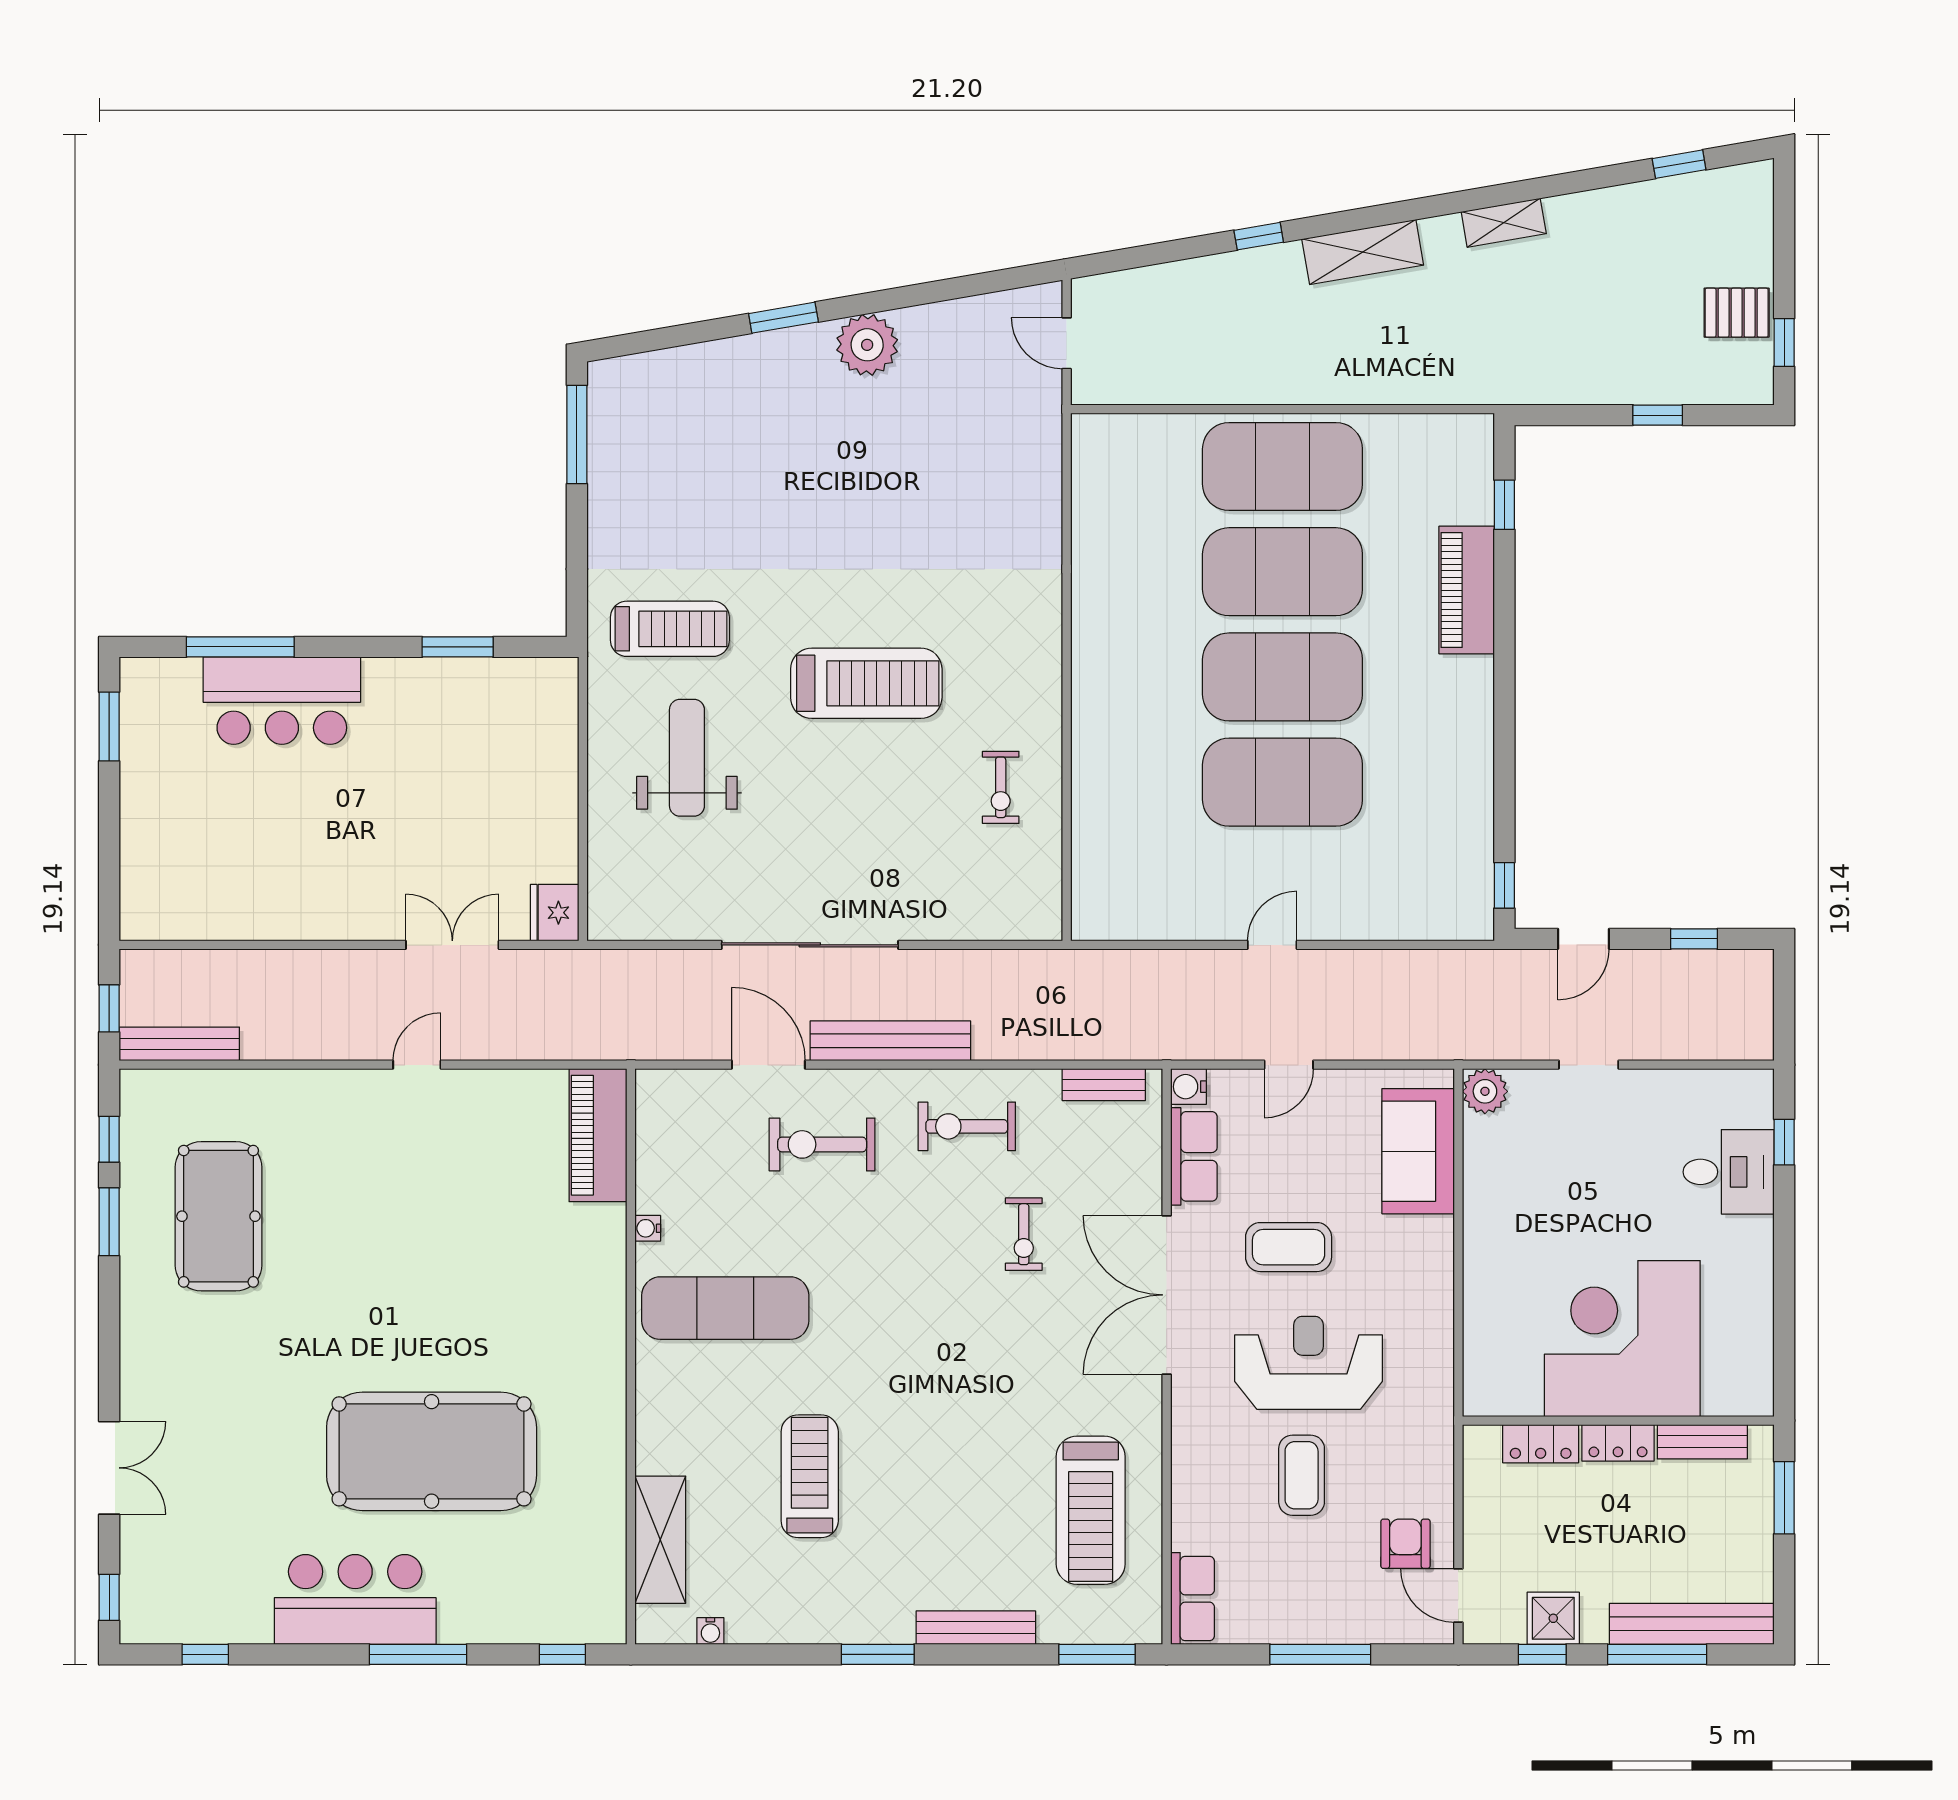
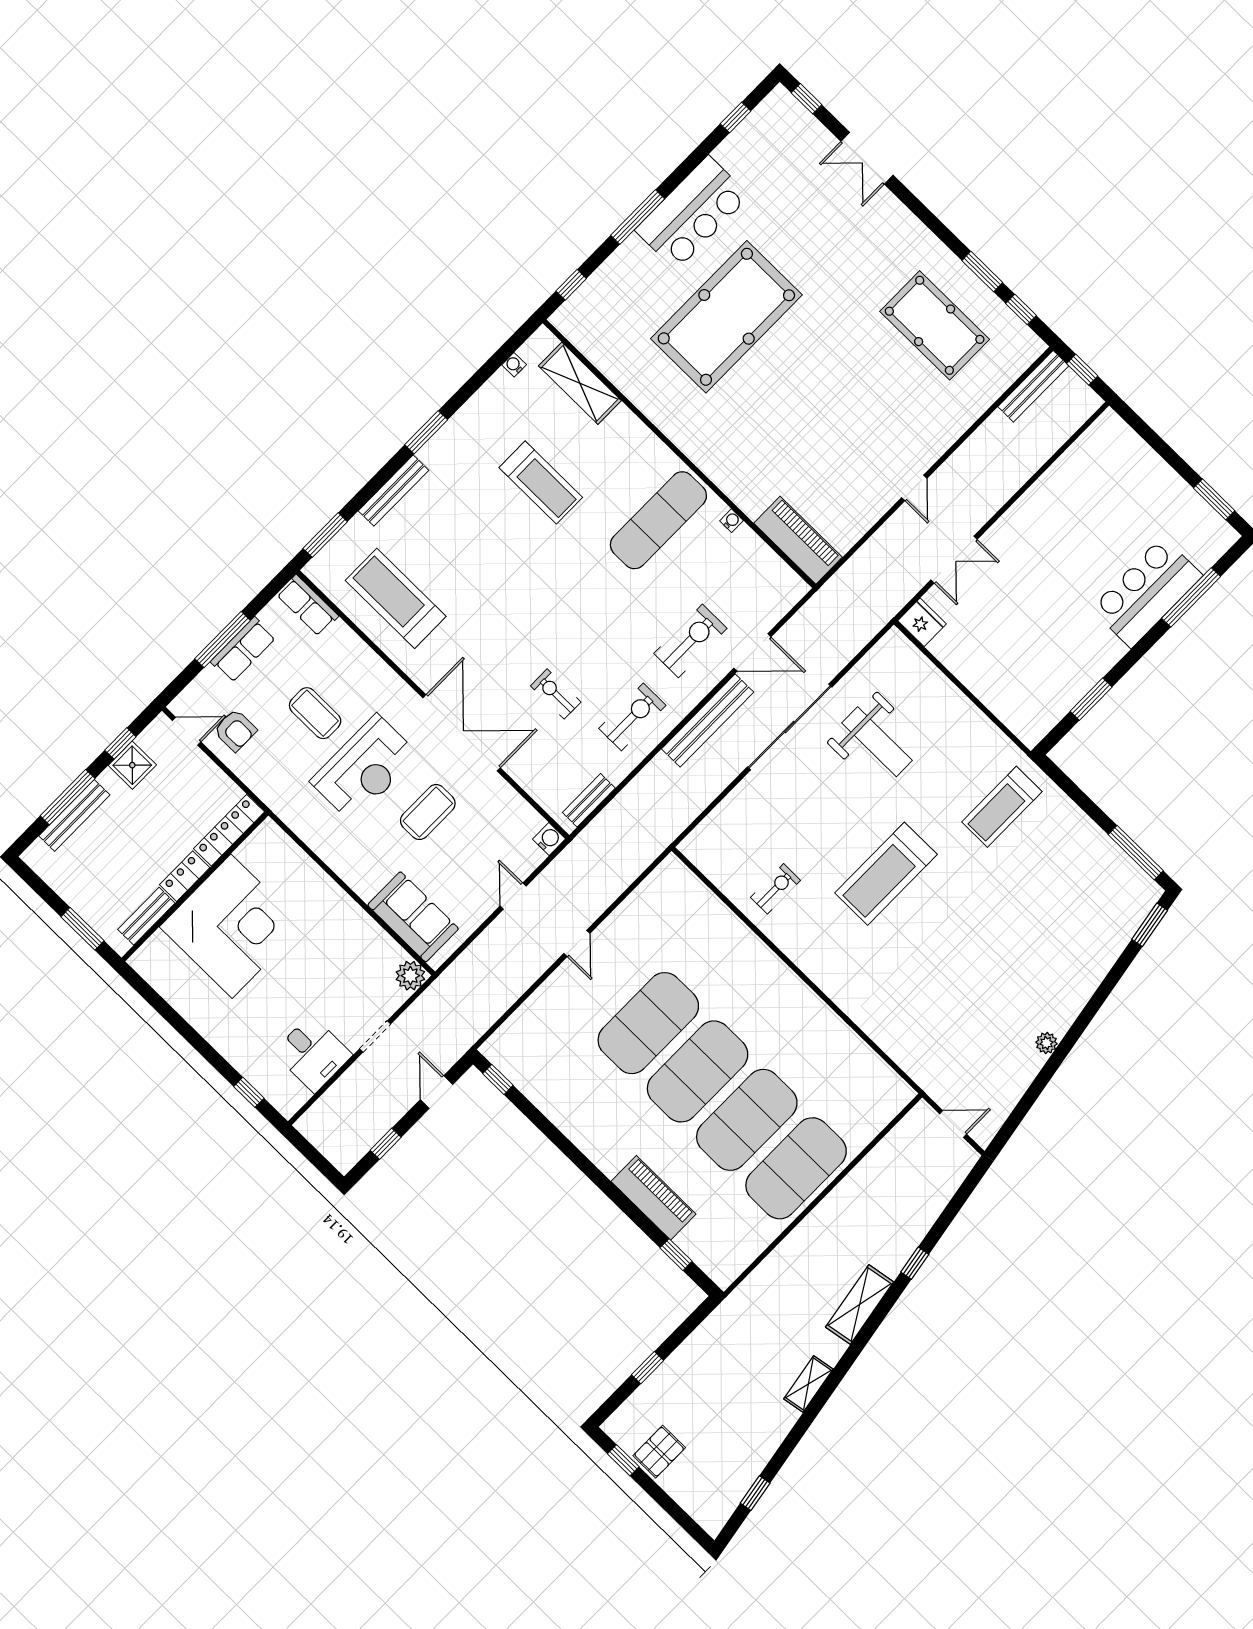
window: (783, 318) -> (1150, 925), moved
plant: (867, 345) -> (1046, 1043), width x0.53, depth x0.53
weight bench: (687, 758) -> (877, 742), moved
exercise bike: (1001, 787) -> (775, 889), turned 90
row of seats: (1194, 1156) -> (243, 650), moved, turned -90
desk: (1729, 1172) -> (313, 1054), moved, turned -90
locker: (1541, 1444) -> (229, 830), width x1.53
bench: (1692, 1624) -> (74, 815), width x0.73, depth x0.82

